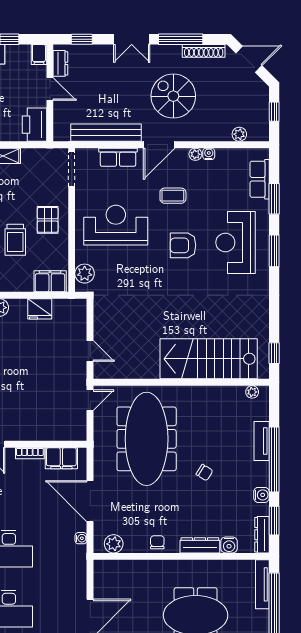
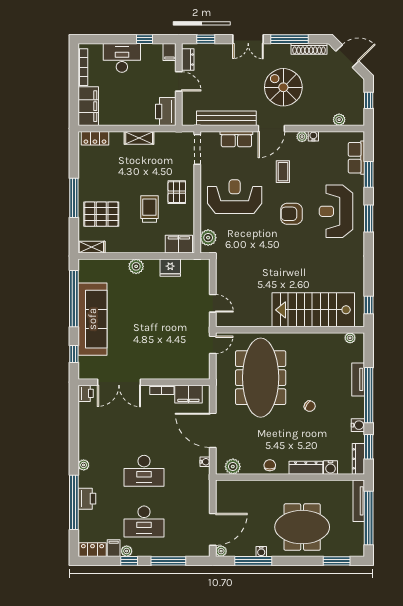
coffee table: (173, 196) -> (283, 172), turned 90
trolley: (15, 240) -> (149, 209), turned 180

